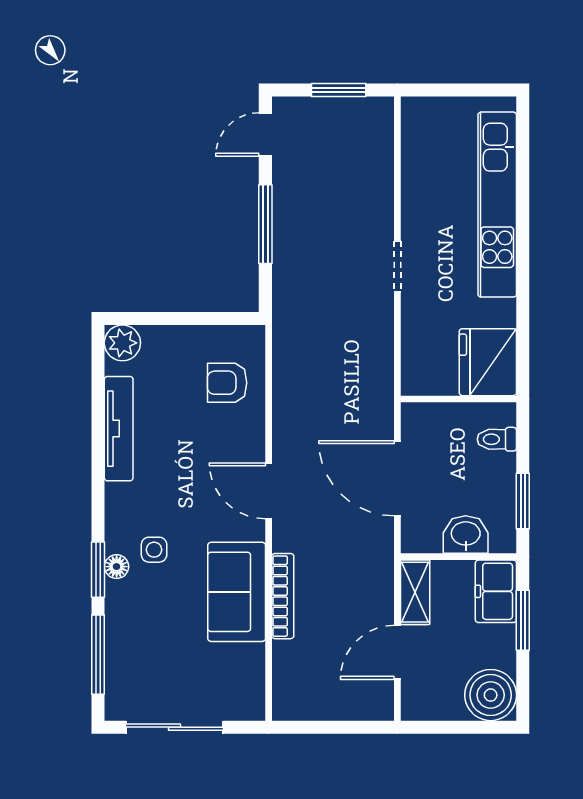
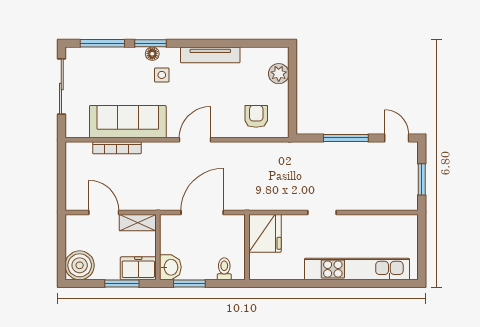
plant: (122, 343) -> (279, 74), moved
fridge: (488, 362) -> (265, 233), moved, turned 90
tv unit: (119, 429) -> (210, 55), moved
washbasin: (466, 535) -> (170, 267), moved
sofa: (237, 592) -> (128, 122), width x1.36
bookcase: (283, 596) -> (117, 148), moved

